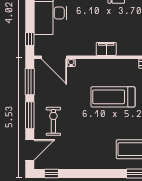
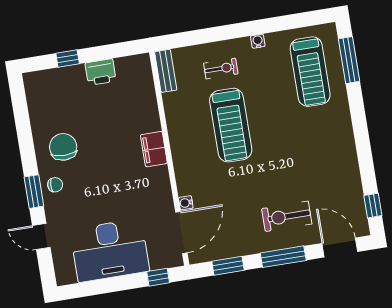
window: (30, 82) -> (228, 266), width x0.69

